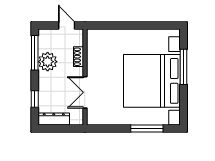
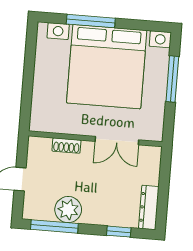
shoe rack: (78, 57) -> (66, 146), moved
wall: (85, 77) -> (95, 139), moved
double door: (85, 92) -> (117, 141), moved

